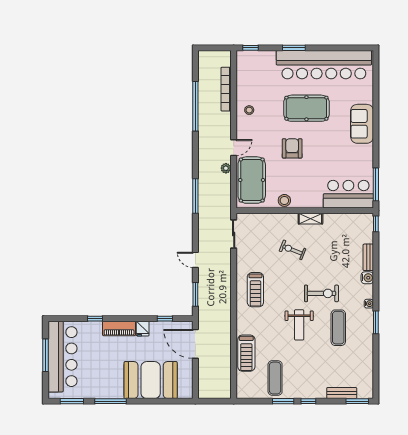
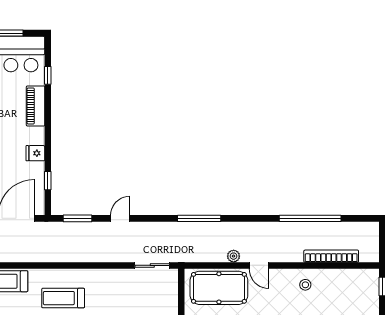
treadmill: (255, 290) -> (63, 298), moved
window: (95, 319) -> (48, 75), moved
piano: (119, 328) -> (36, 106), moved

